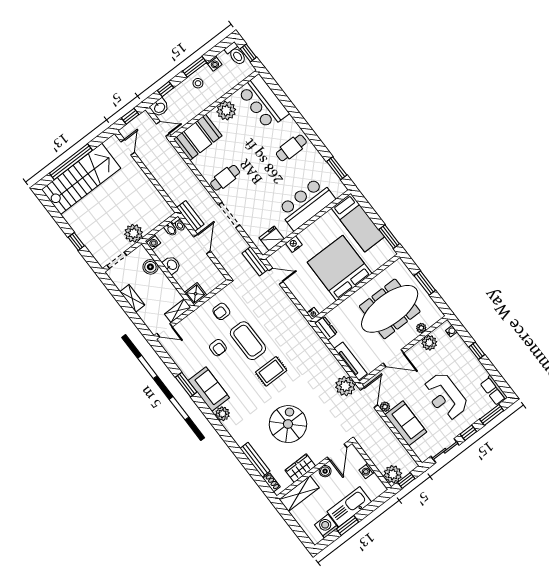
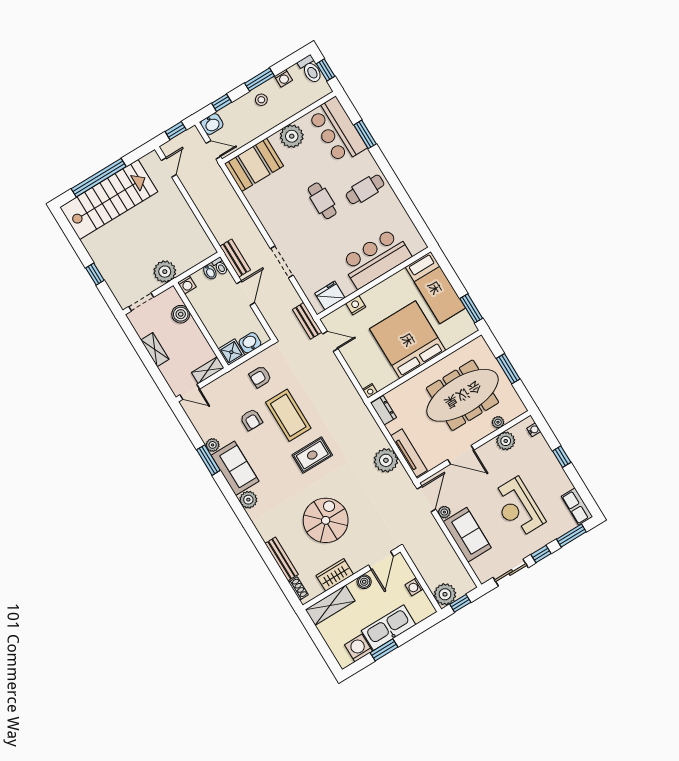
window: (337, 168) -> (365, 134), moved
cafe table: (225, 178) -> (322, 201), moved, turned 90
washbasin: (172, 265) -> (250, 343), moved, turned -90
plant: (188, 372) -> (213, 445), added
plant: (345, 386) -> (386, 460), moved

